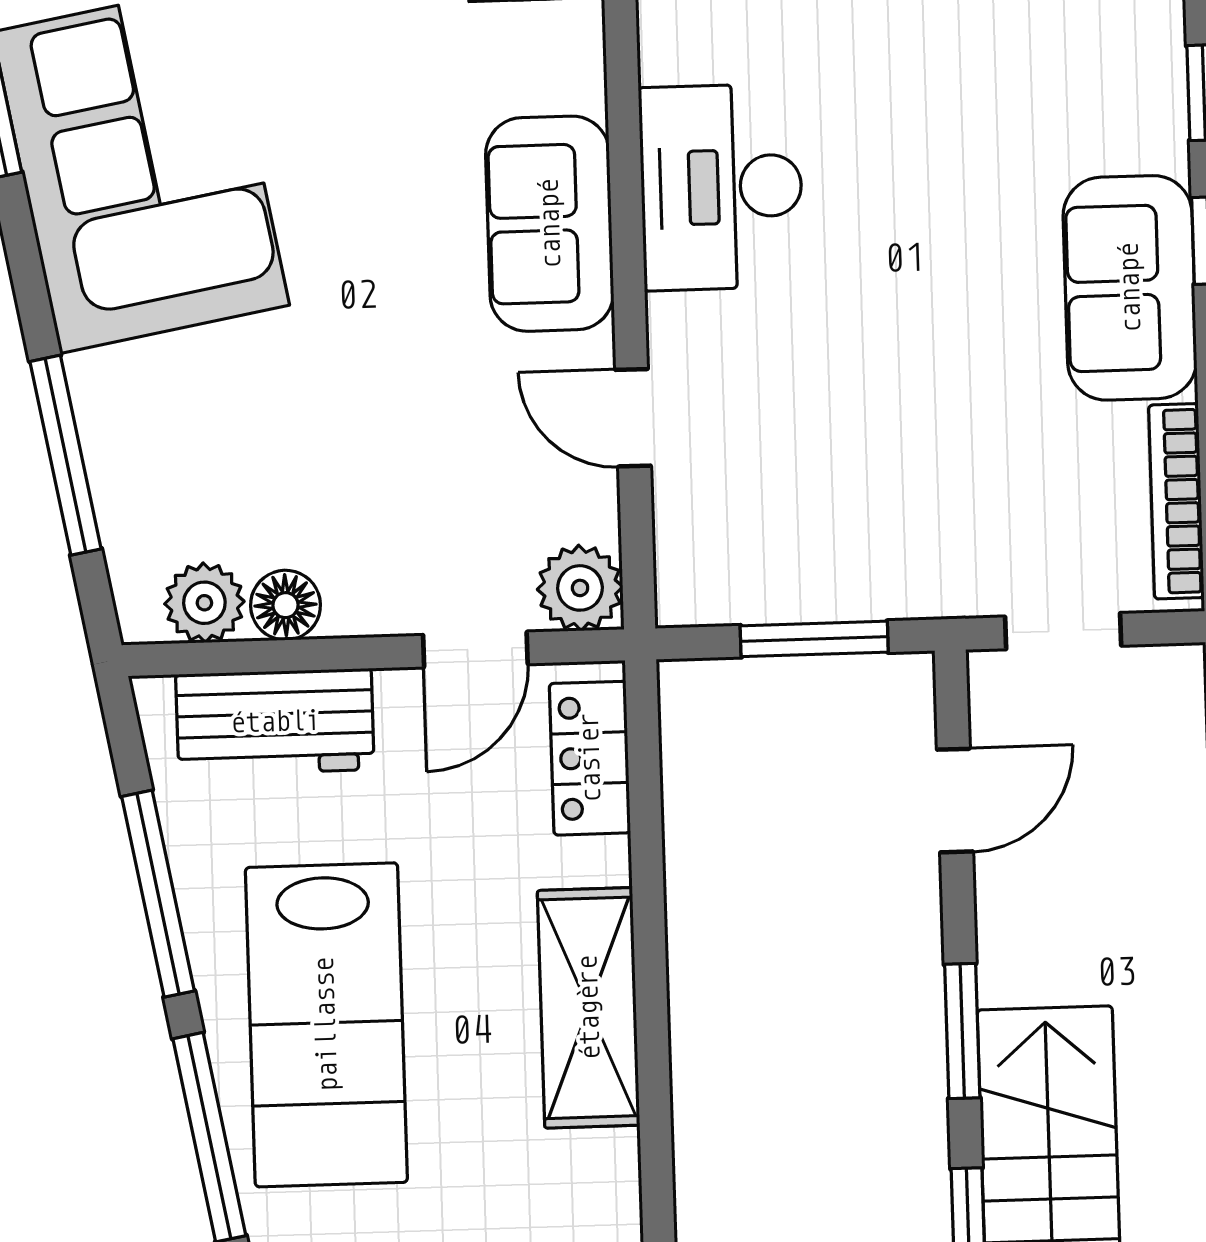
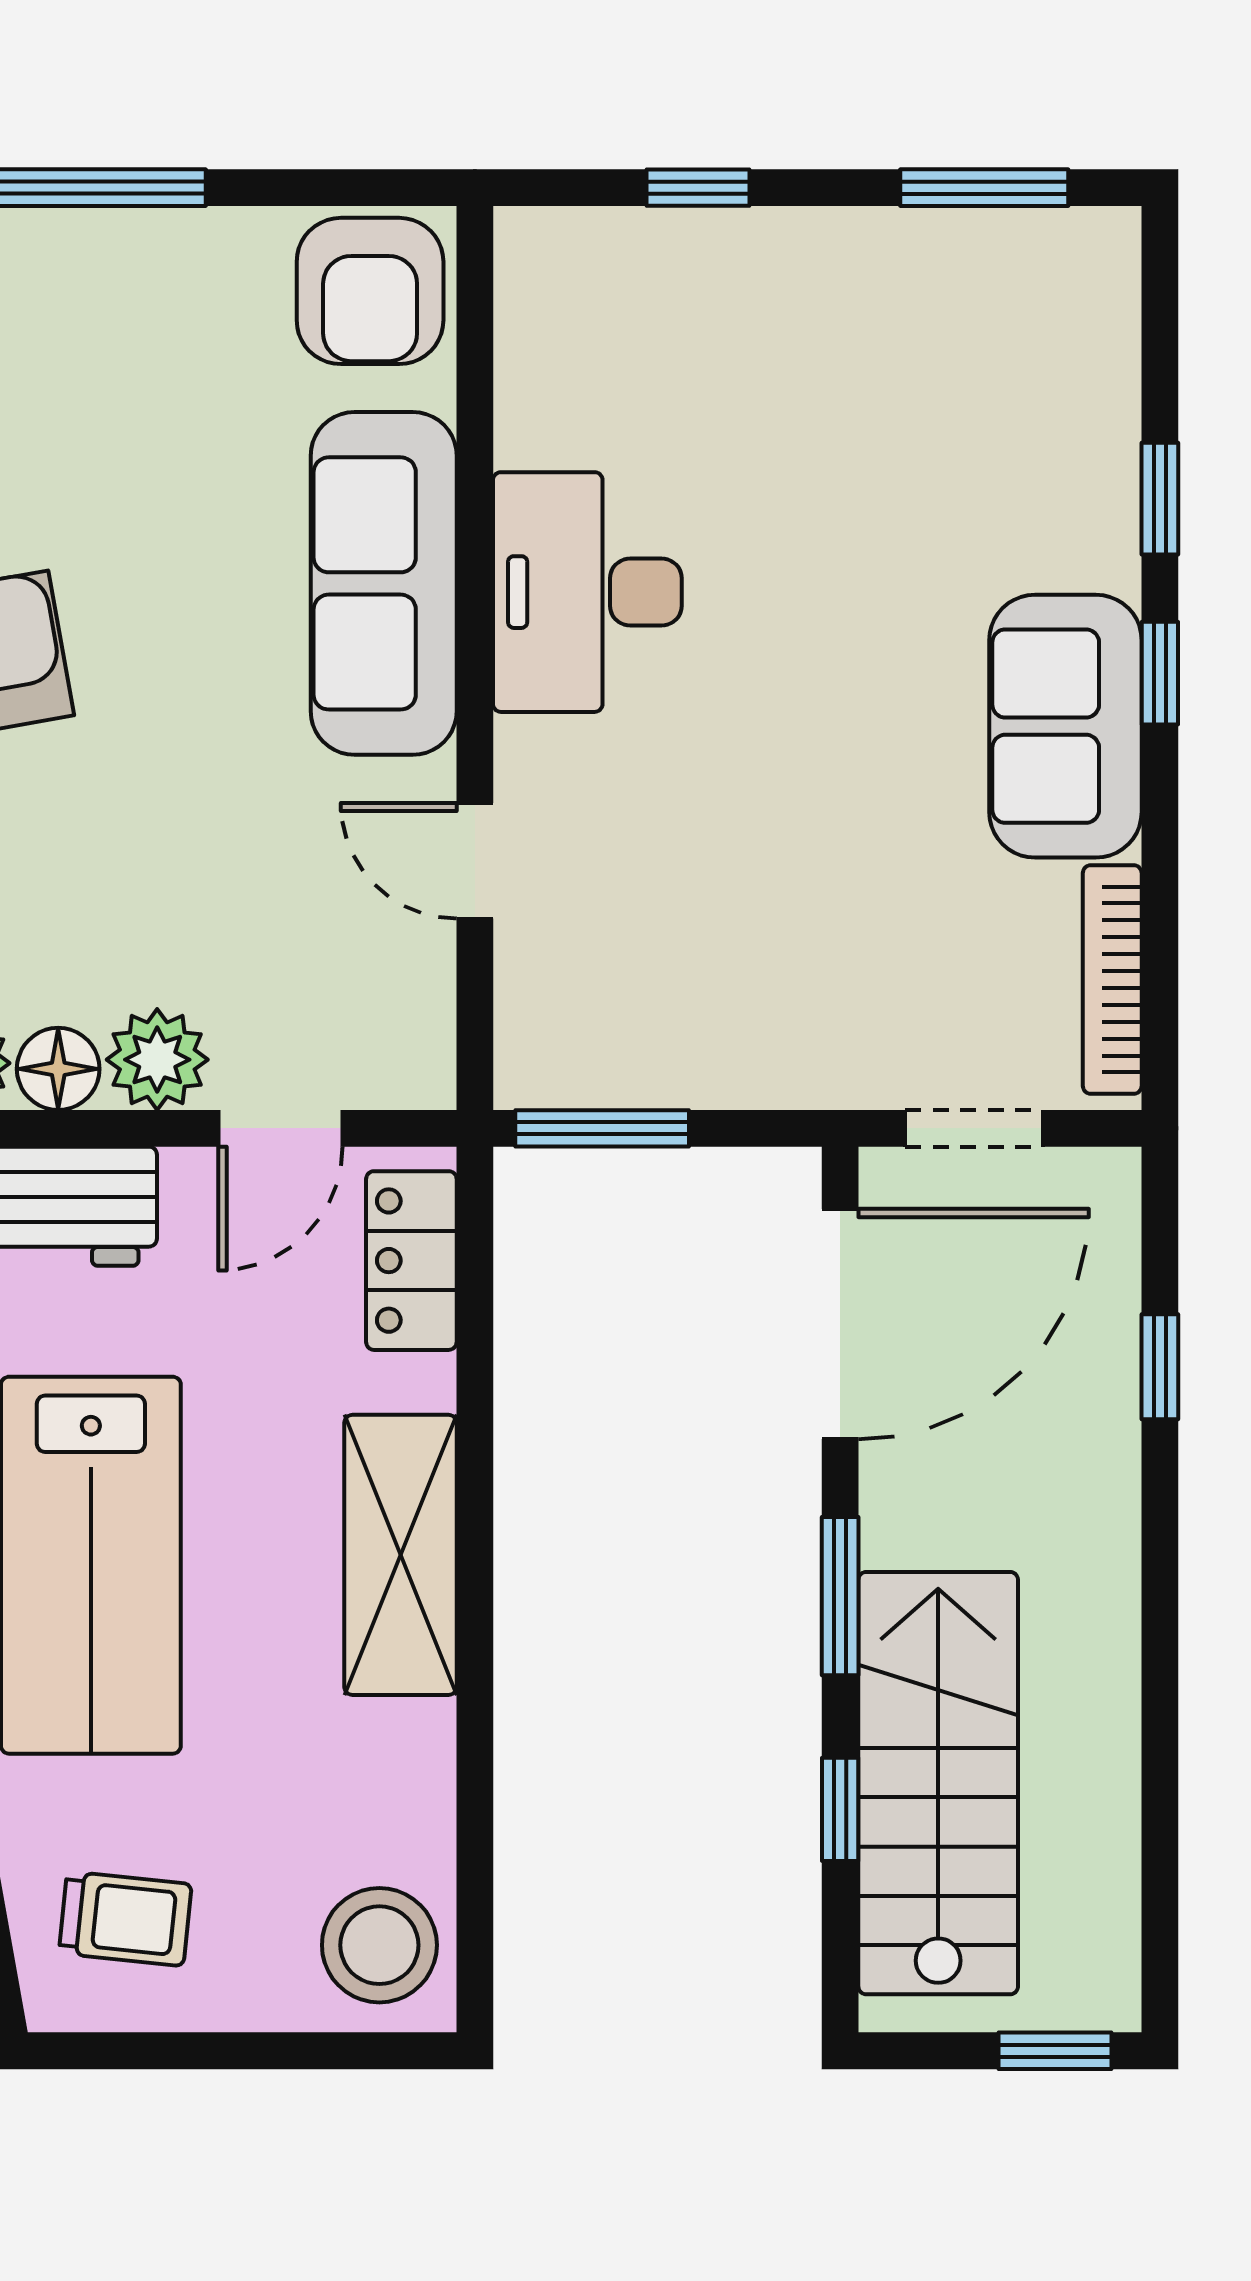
sofa: (550, 224) -> (384, 583), width x1.36
plant: (580, 588) -> (157, 1060), moved
window: (814, 639) -> (602, 1128), moved
door: (955, 801) -> (840, 1324), width x1.88

